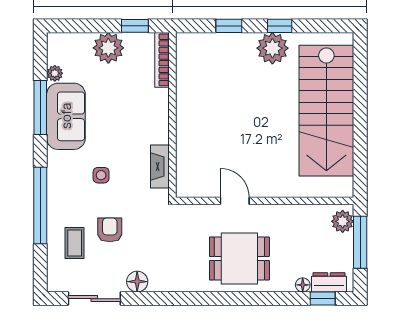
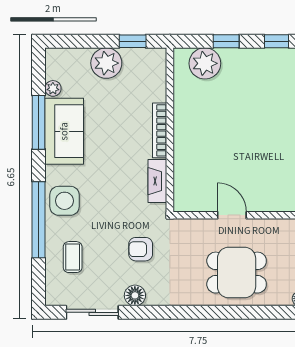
plant: (272, 48) -> (205, 63), moved
bookcase: (162, 60) -> (160, 130), moved
side table: (101, 175) -> (64, 201), moved, width x1.87, depth x1.87
armchair: (110, 230) -> (141, 249), moved, turned -90

